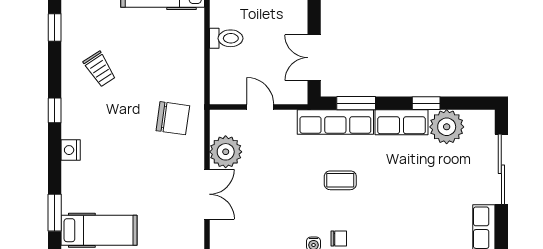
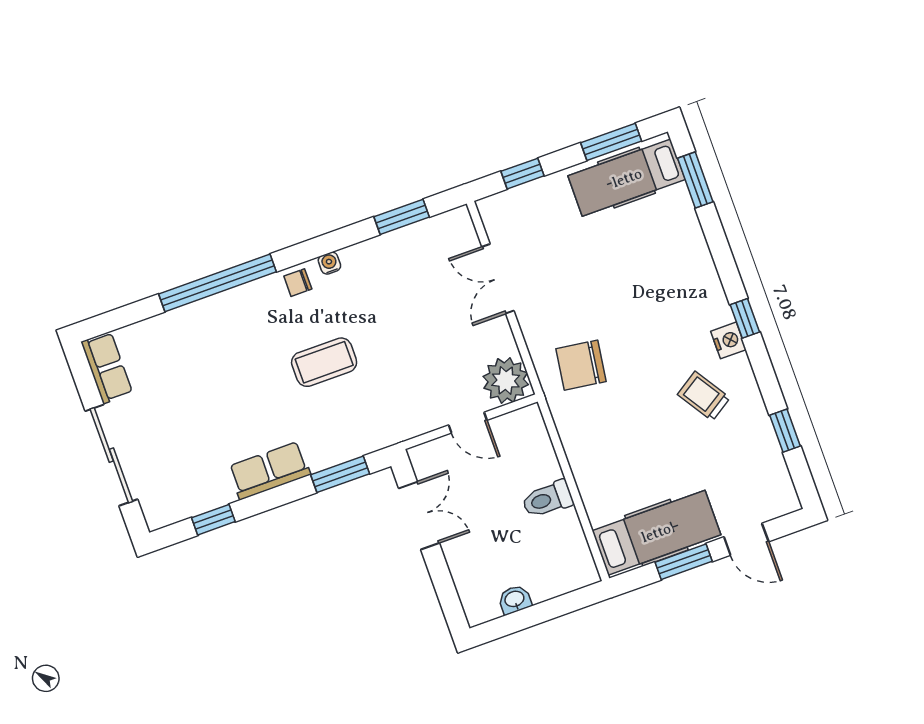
window: (426, 103) -> (213, 520), moved
row of seats: (335, 122) -> (359, 439), removed
plant: (447, 127) -> (206, 486), removed
nightstand: (71, 150) -> (728, 340), moved
plant: (226, 152) -> (506, 380), moved
coffee table: (340, 180) -> (324, 362), width x1.36, depth x1.30

